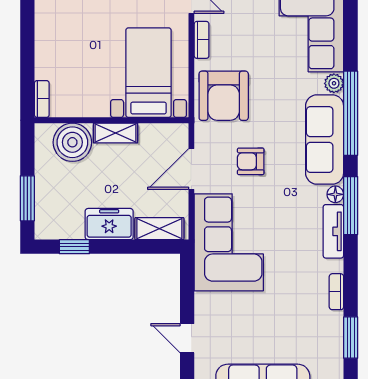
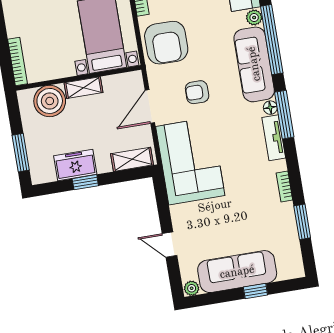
bookcase: (42, 99) -> (17, 62), width x1.56
freezer: (109, 224) -> (75, 165), moved
window: (74, 247) -> (85, 182), moved

